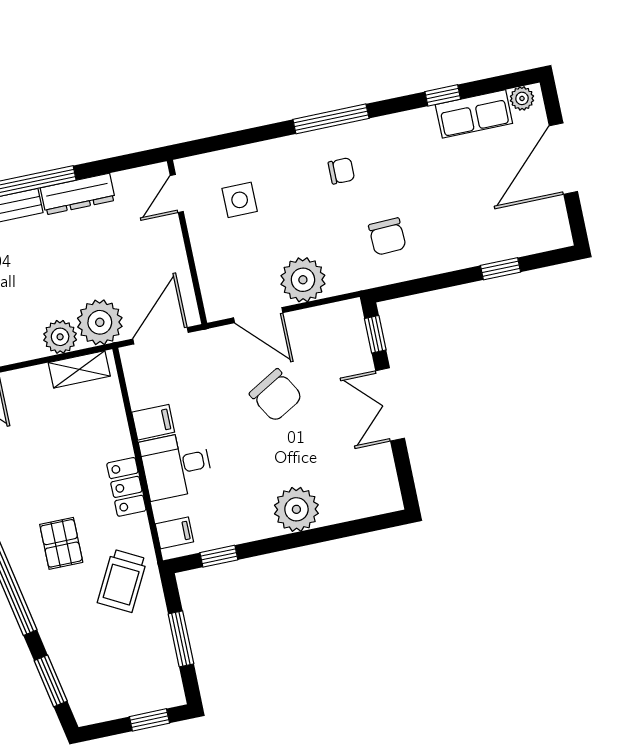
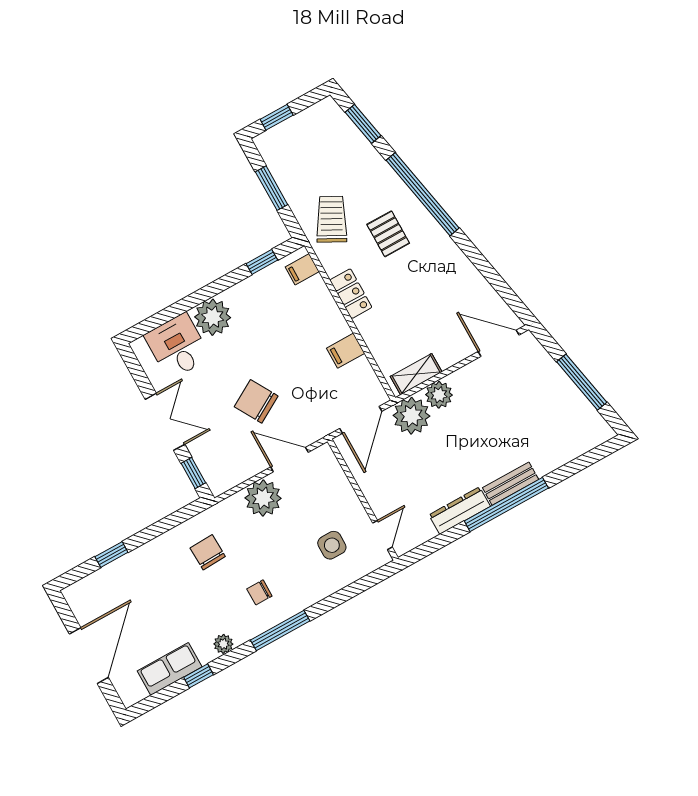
plant: (522, 98) -> (223, 644), moved
desk: (176, 465) -> (177, 346), moved, turned -90

